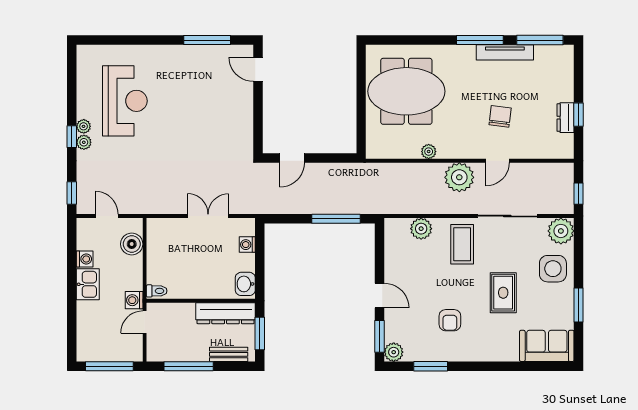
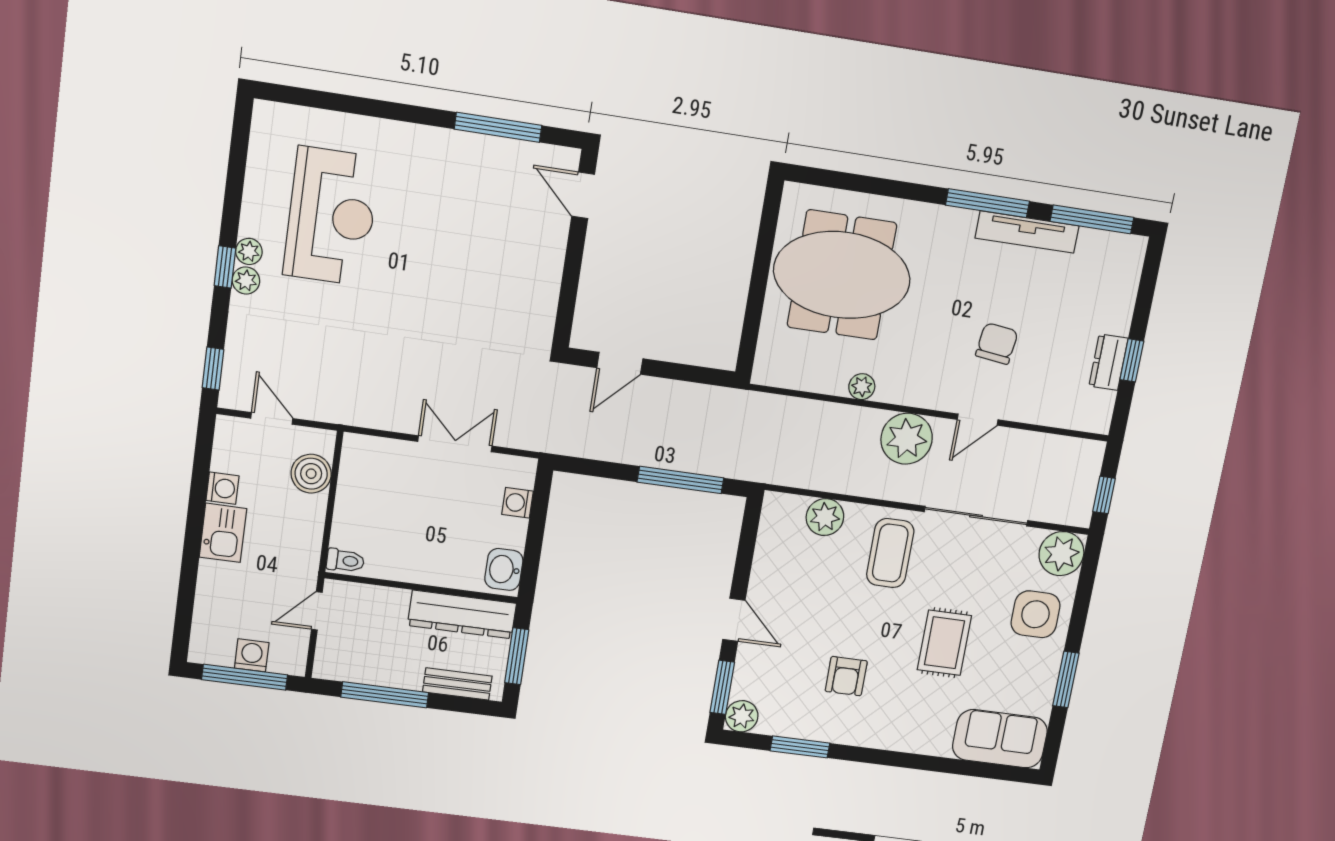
washing machine: (134, 300) -> (252, 655), moved, turned 90

